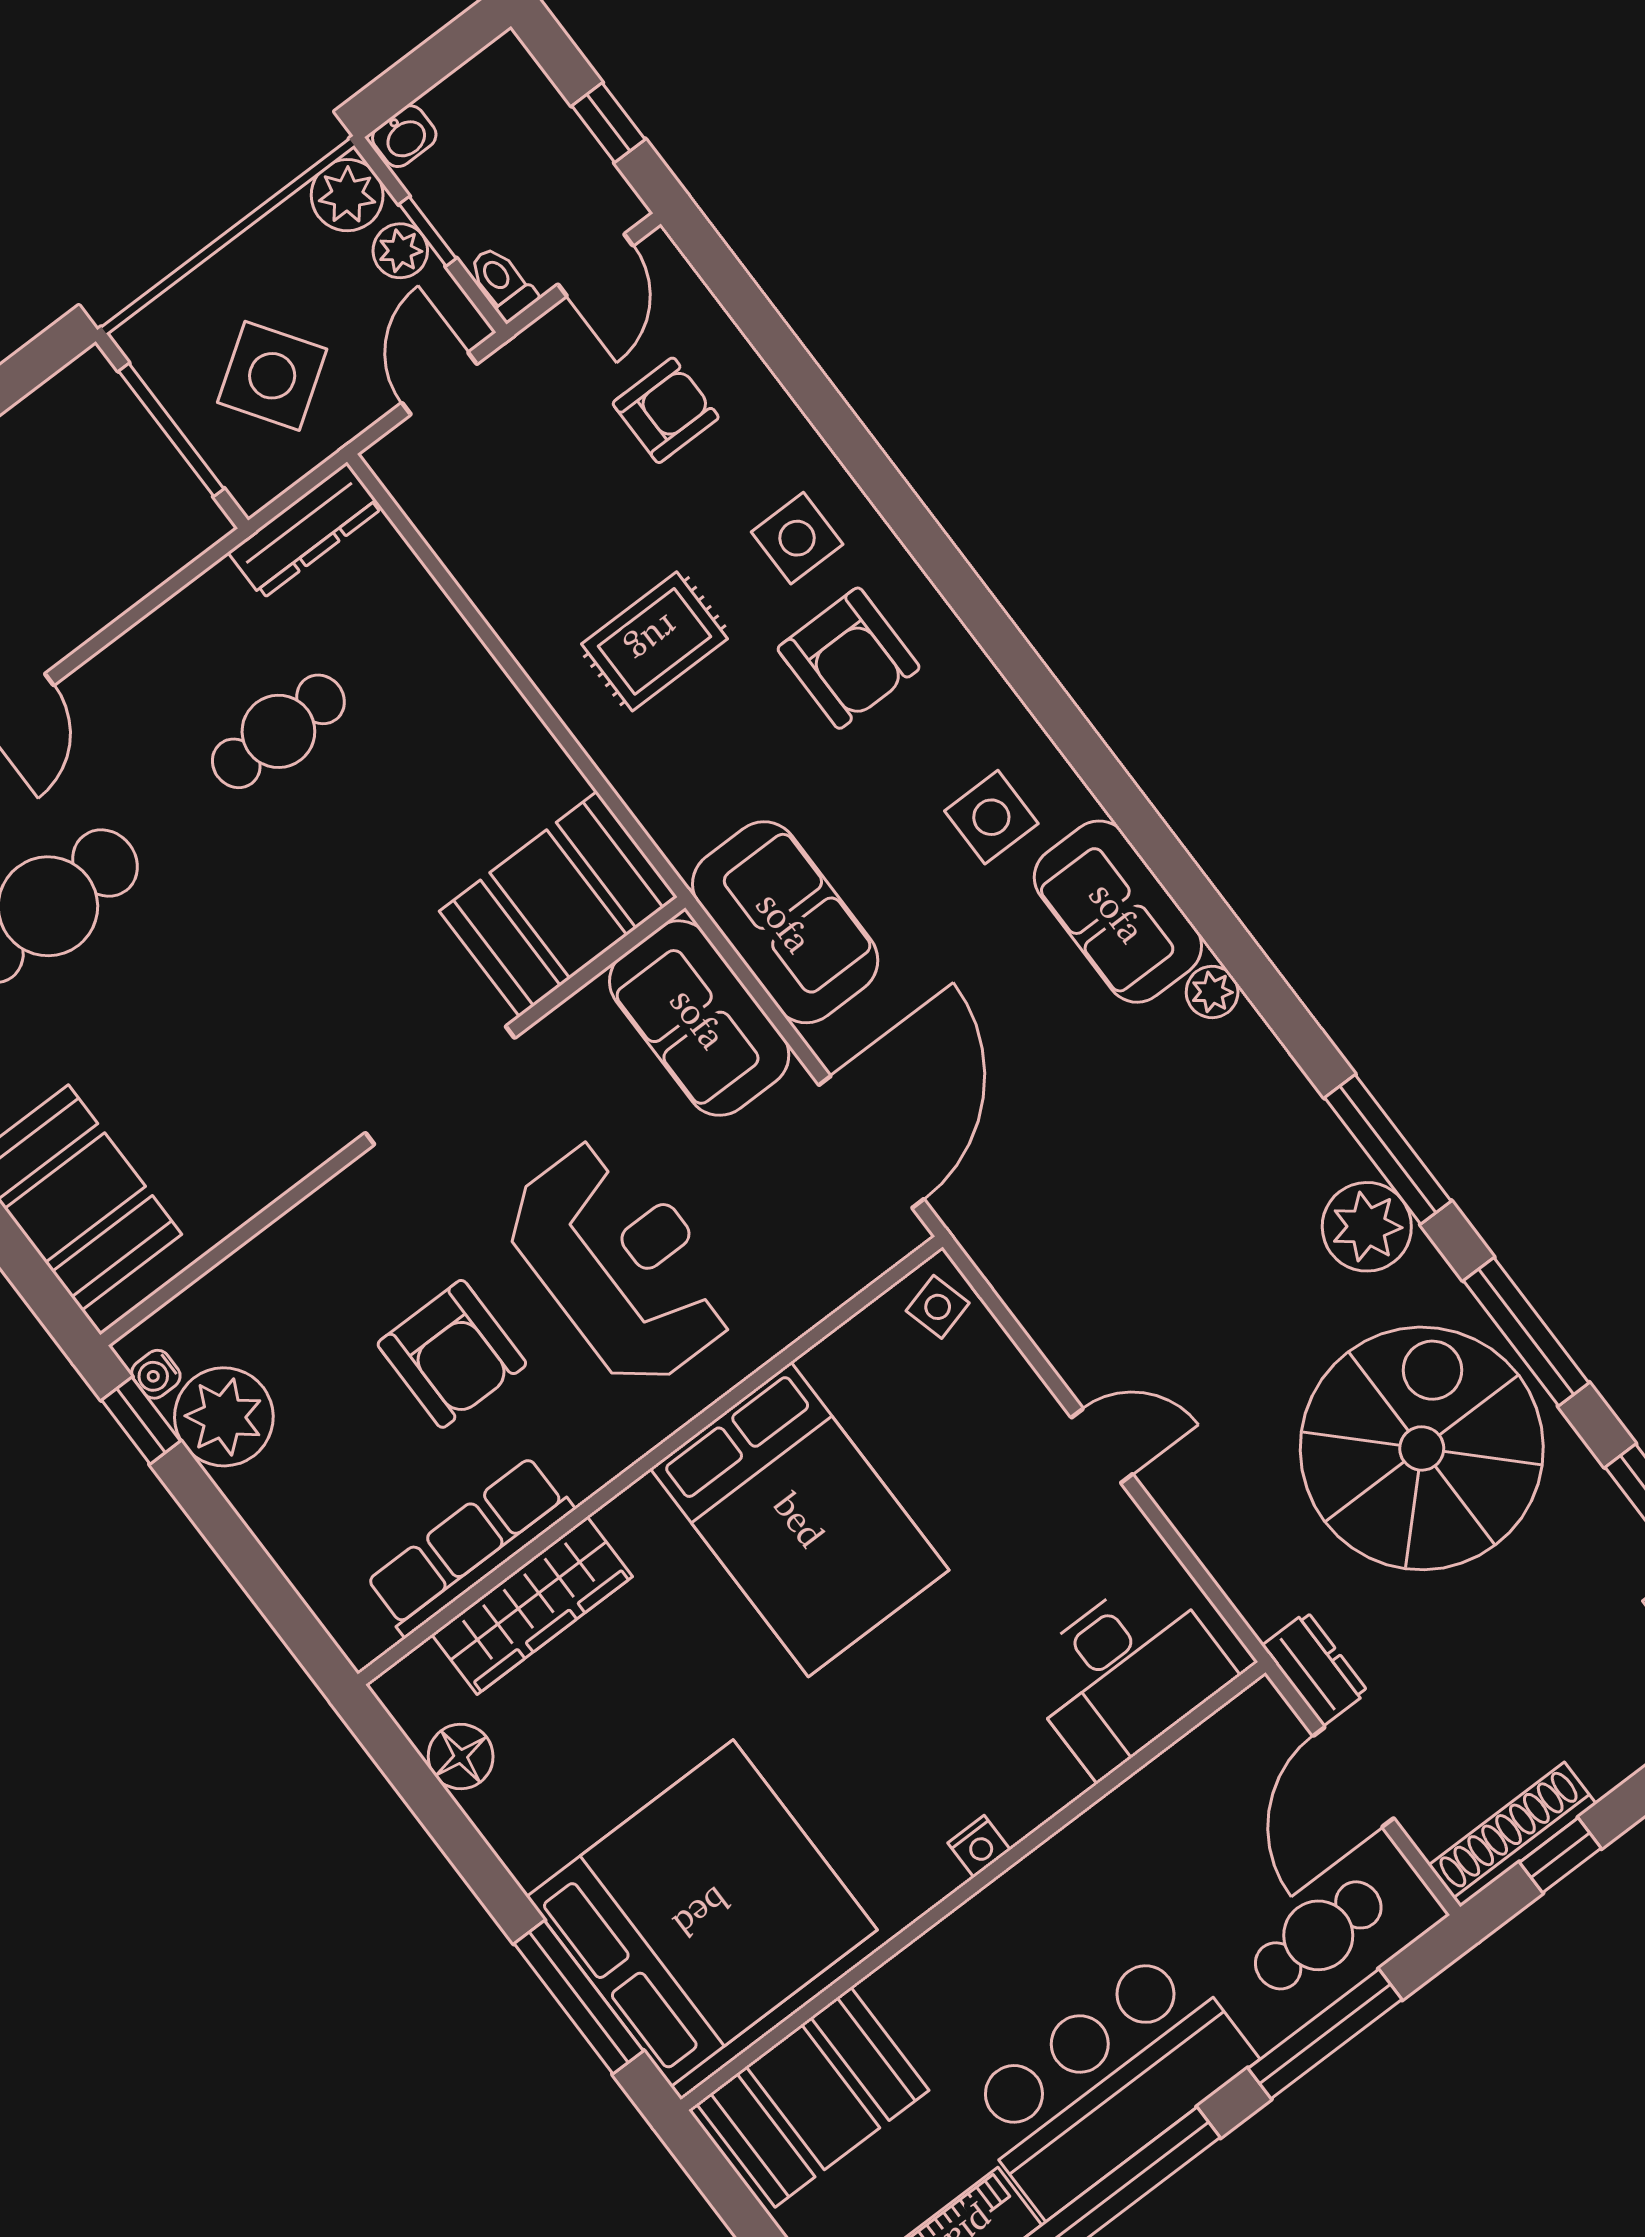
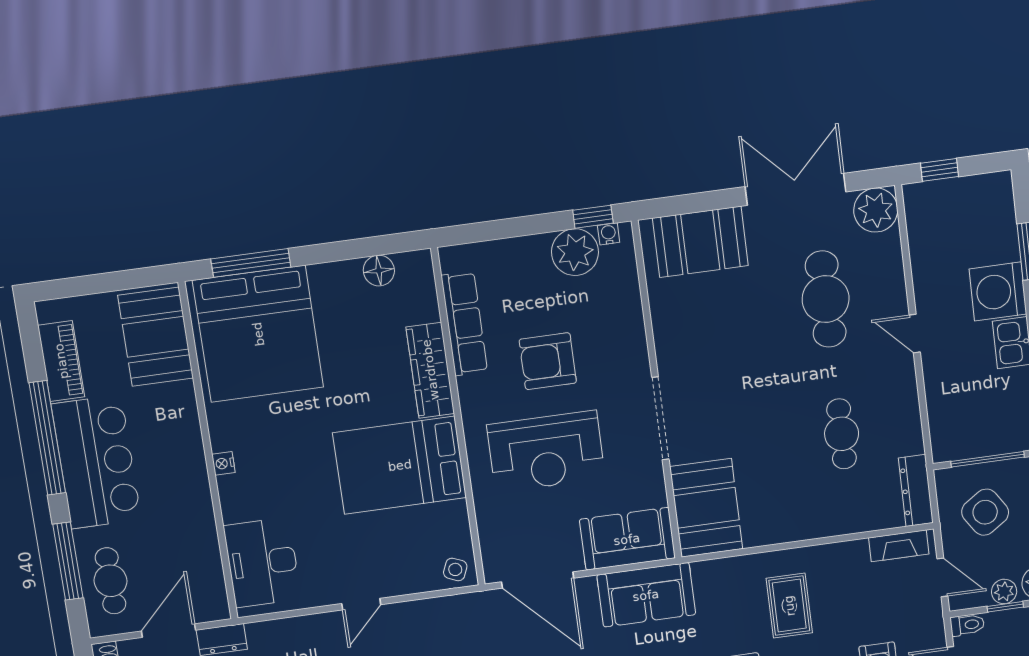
fireplace: (426, 501) -> (899, 546), added
side table: (938, 1307) -> (455, 569), turned 38
wardrobe: (532, 1606) -> (430, 370), moved
door: (1353, 1777) -> (168, 631), hinge flipped

